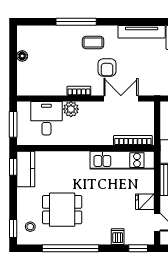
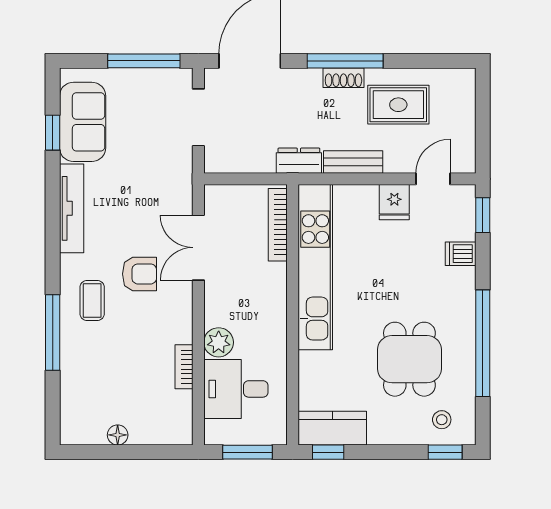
bookcase: (79, 91) -> (184, 367), moved
kitchen unit: (122, 160) -> (315, 267), width x1.36

